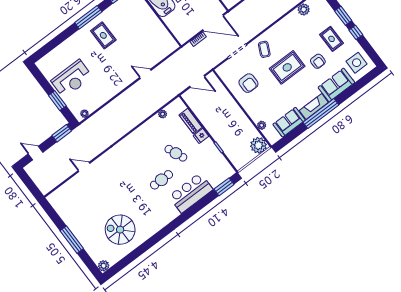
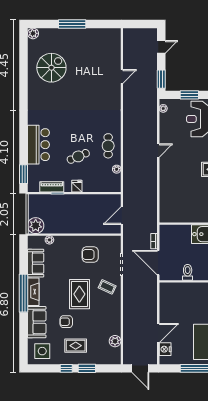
door: (213, 23) -> (158, 263), hinge flipped
door: (145, 74) -> (158, 150), moved
piano: (191, 121) -> (52, 187), moved
cafe table: (161, 180) -> (108, 146), moved

